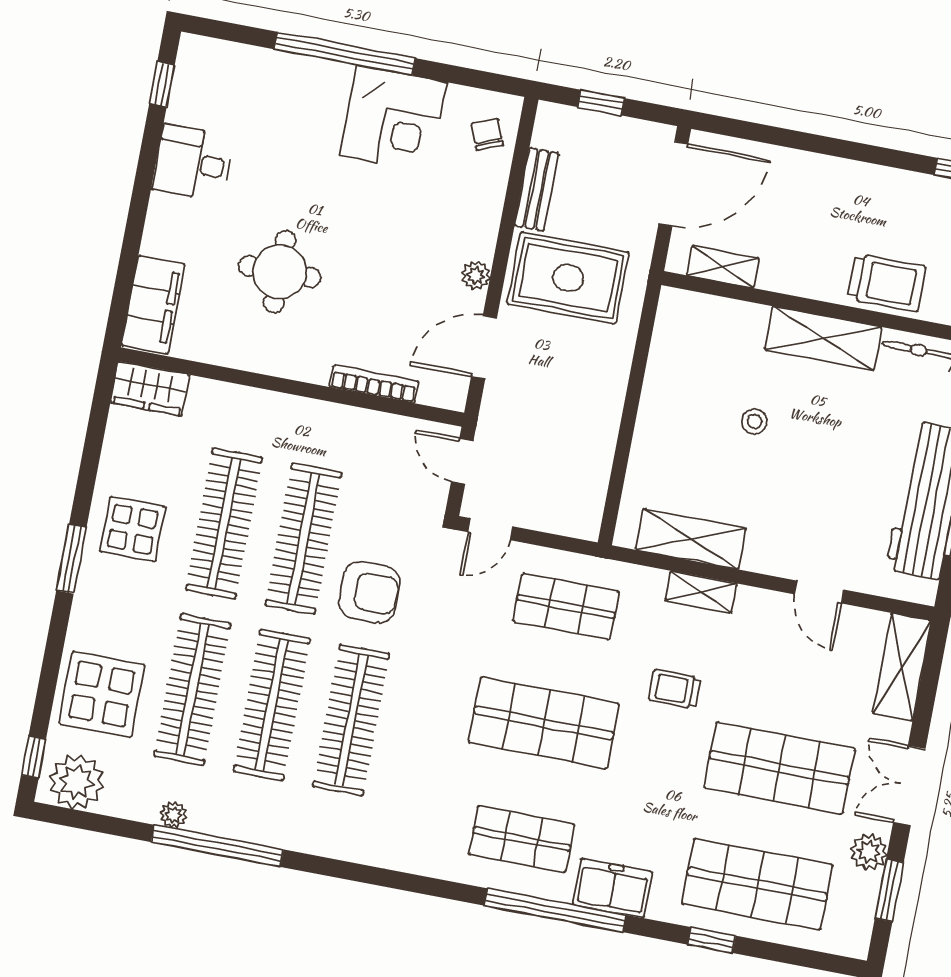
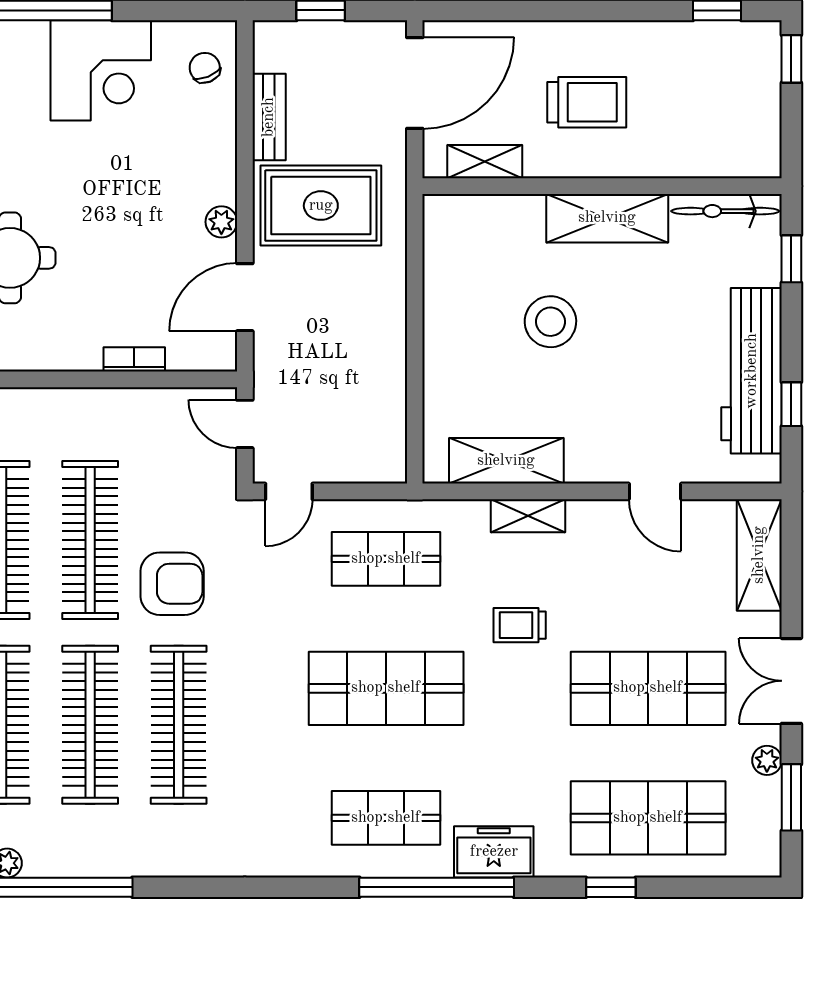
trolley: (886, 283) -> (587, 102), moved
bookcase: (374, 384) -> (134, 359), width x0.64
stool: (754, 422) -> (550, 322), width x1.89, depth x1.89
plant: (869, 852) -> (767, 760), width x0.73, depth x0.73

